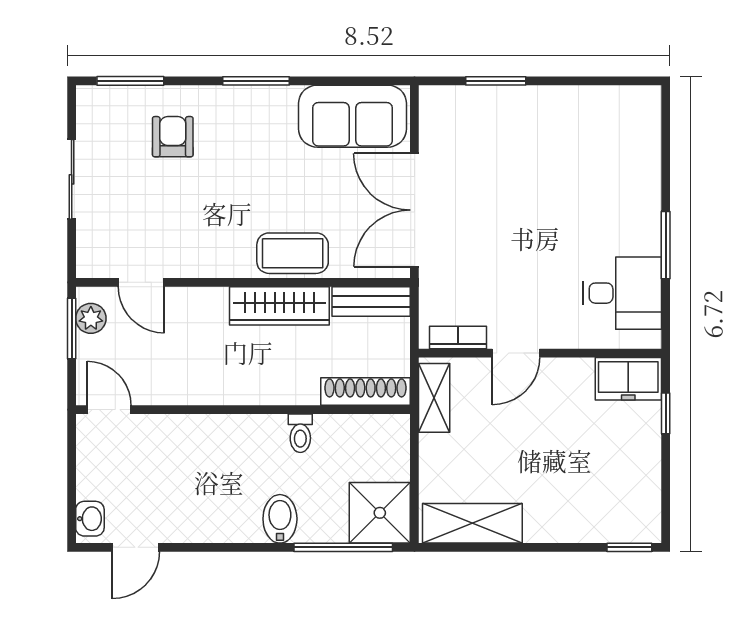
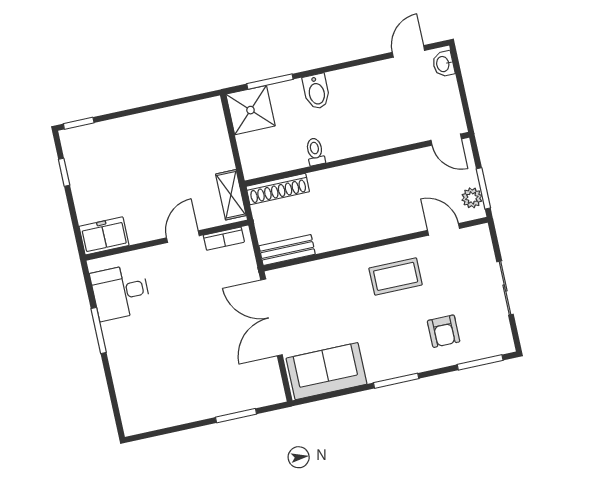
double door: (414, 210) -> (271, 317), swing flipped
coffee table: (293, 253) -> (396, 276), moved
wardrobe: (279, 306) -> (348, 234), removed
window: (666, 413) -> (64, 172), moved
shelving: (472, 523) -> (187, 117), removed
window: (343, 547) -> (270, 82), width x0.69

